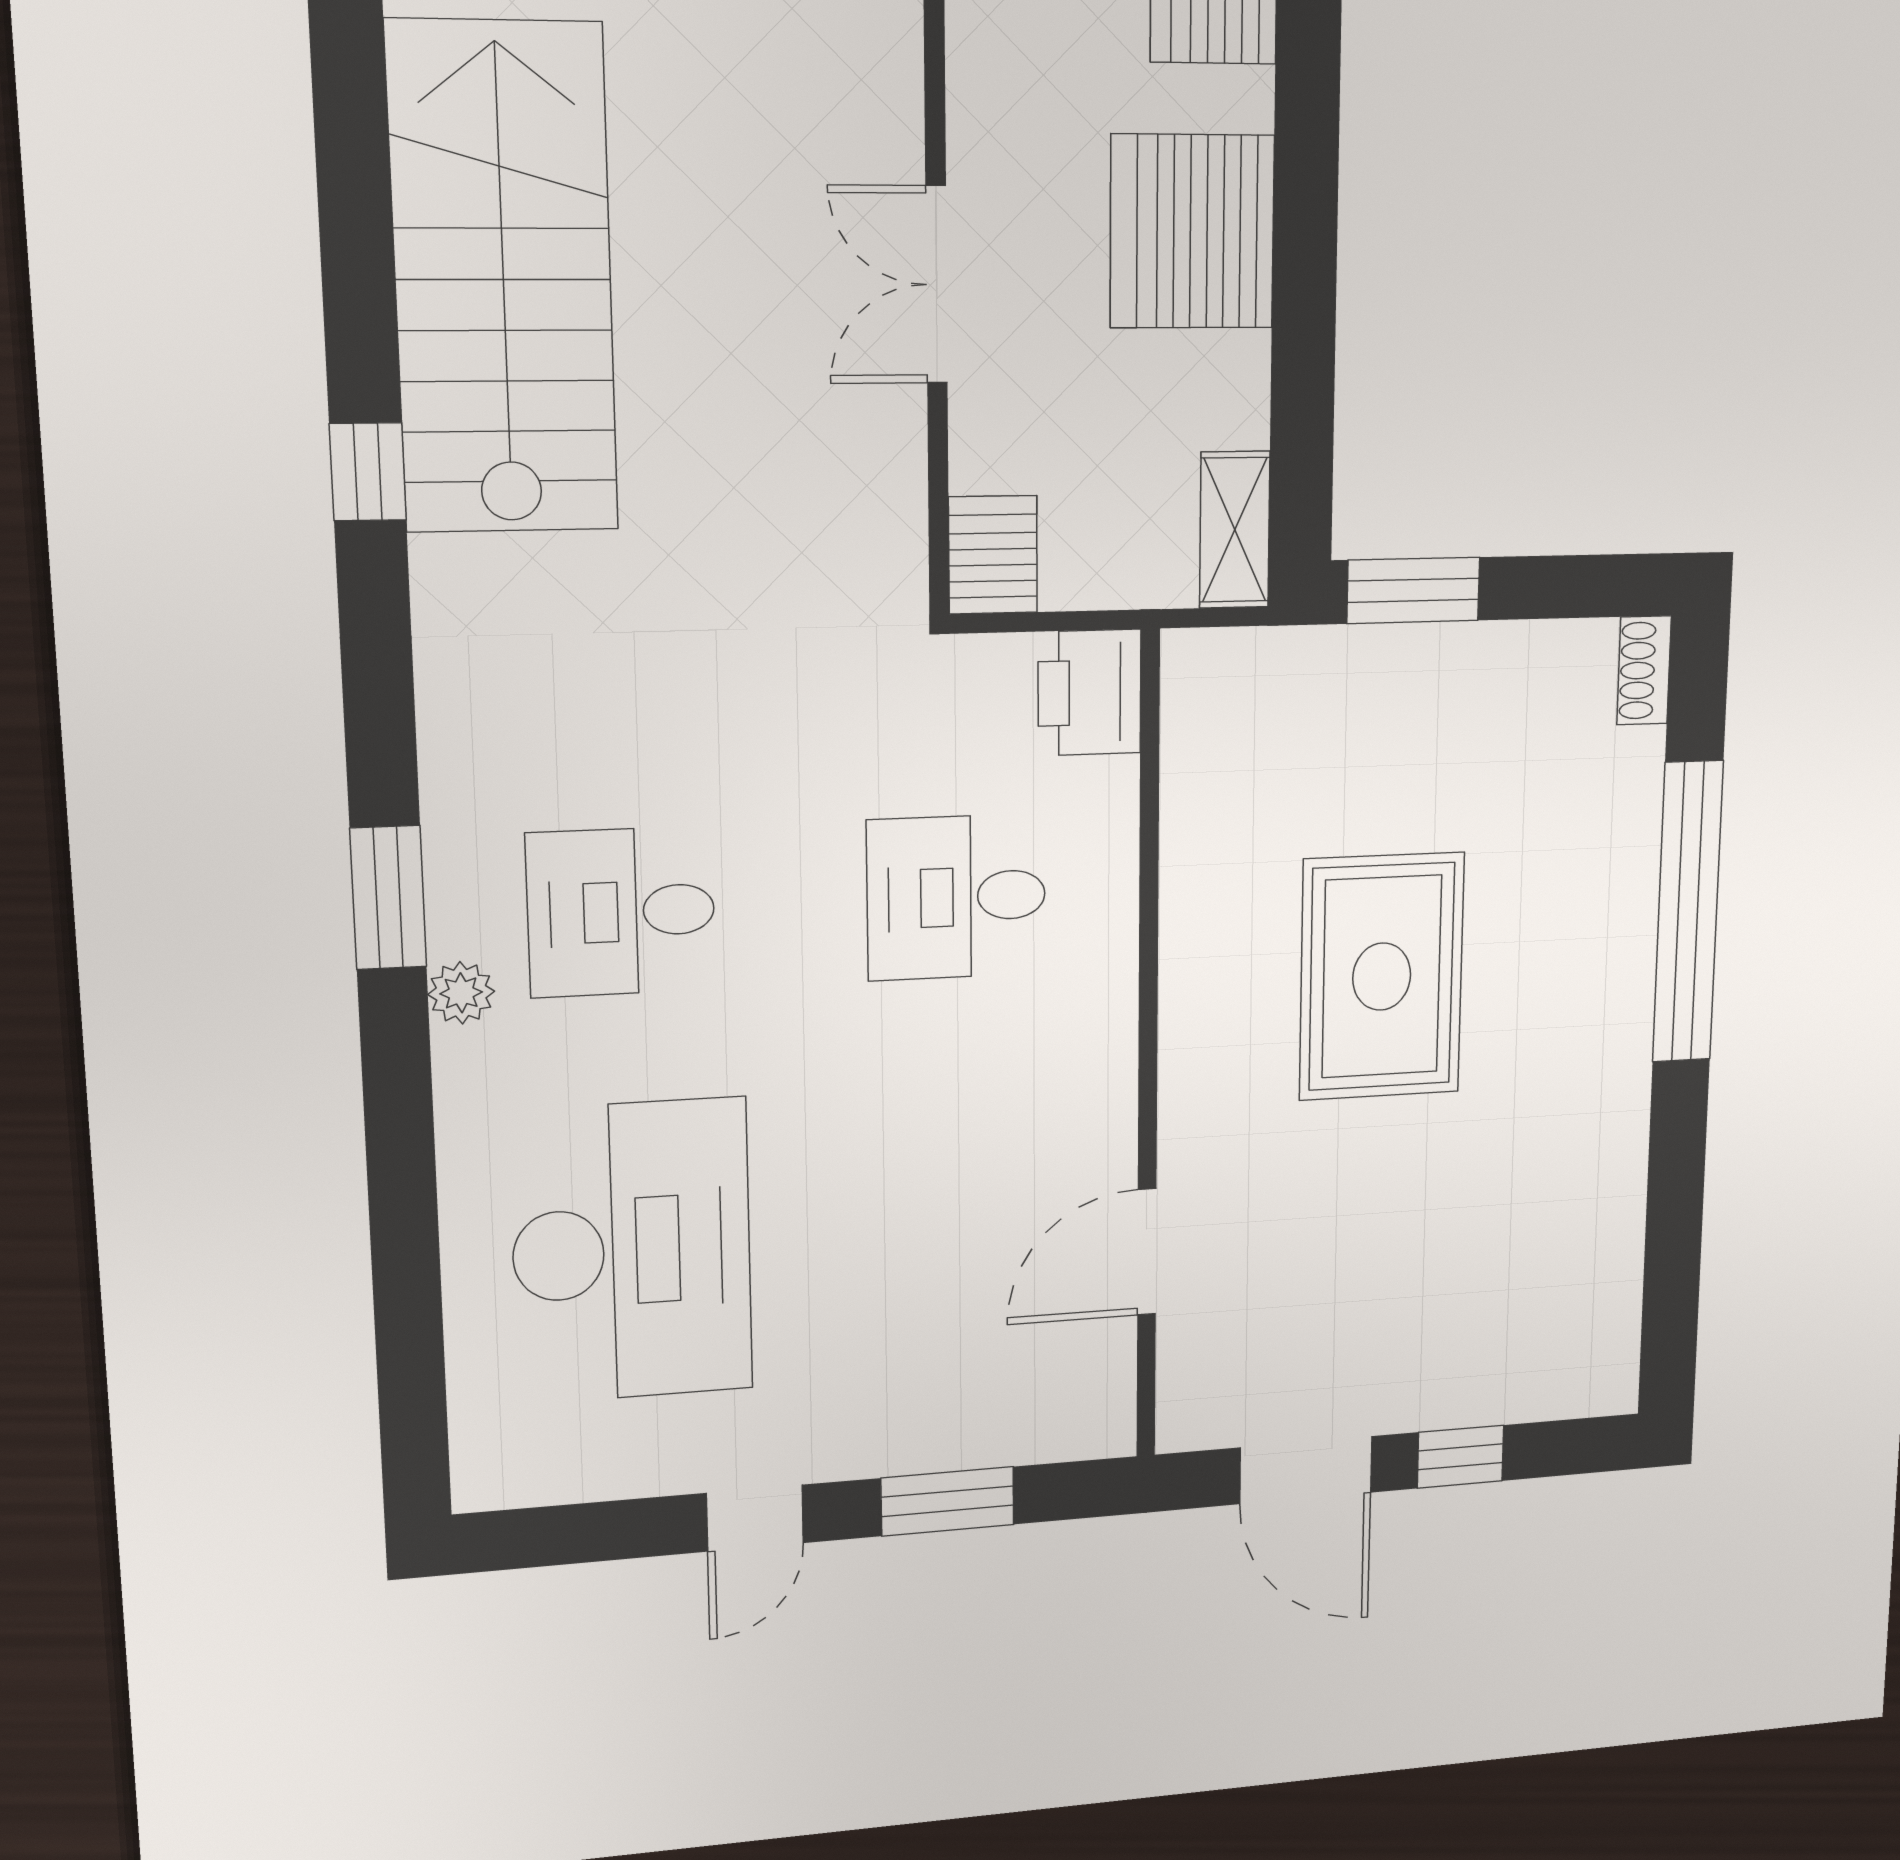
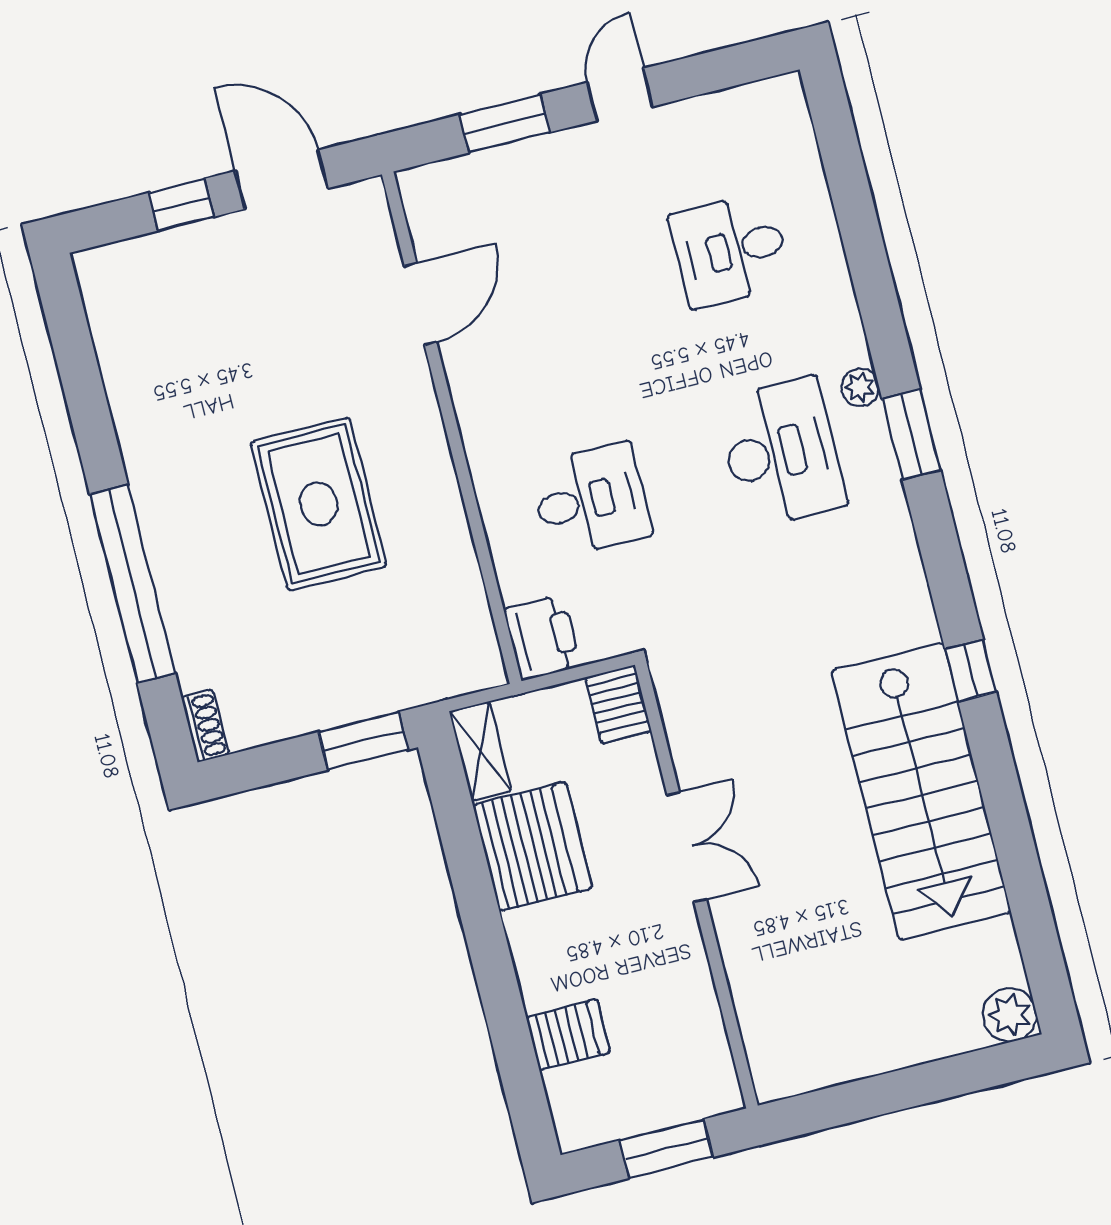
server rack: (1192, 232) -> (533, 847), moved
desk: (621, 912) -> (781, 452), width x1.37
desk: (632, 1251) -> (730, 250), width x0.53, depth x0.77

